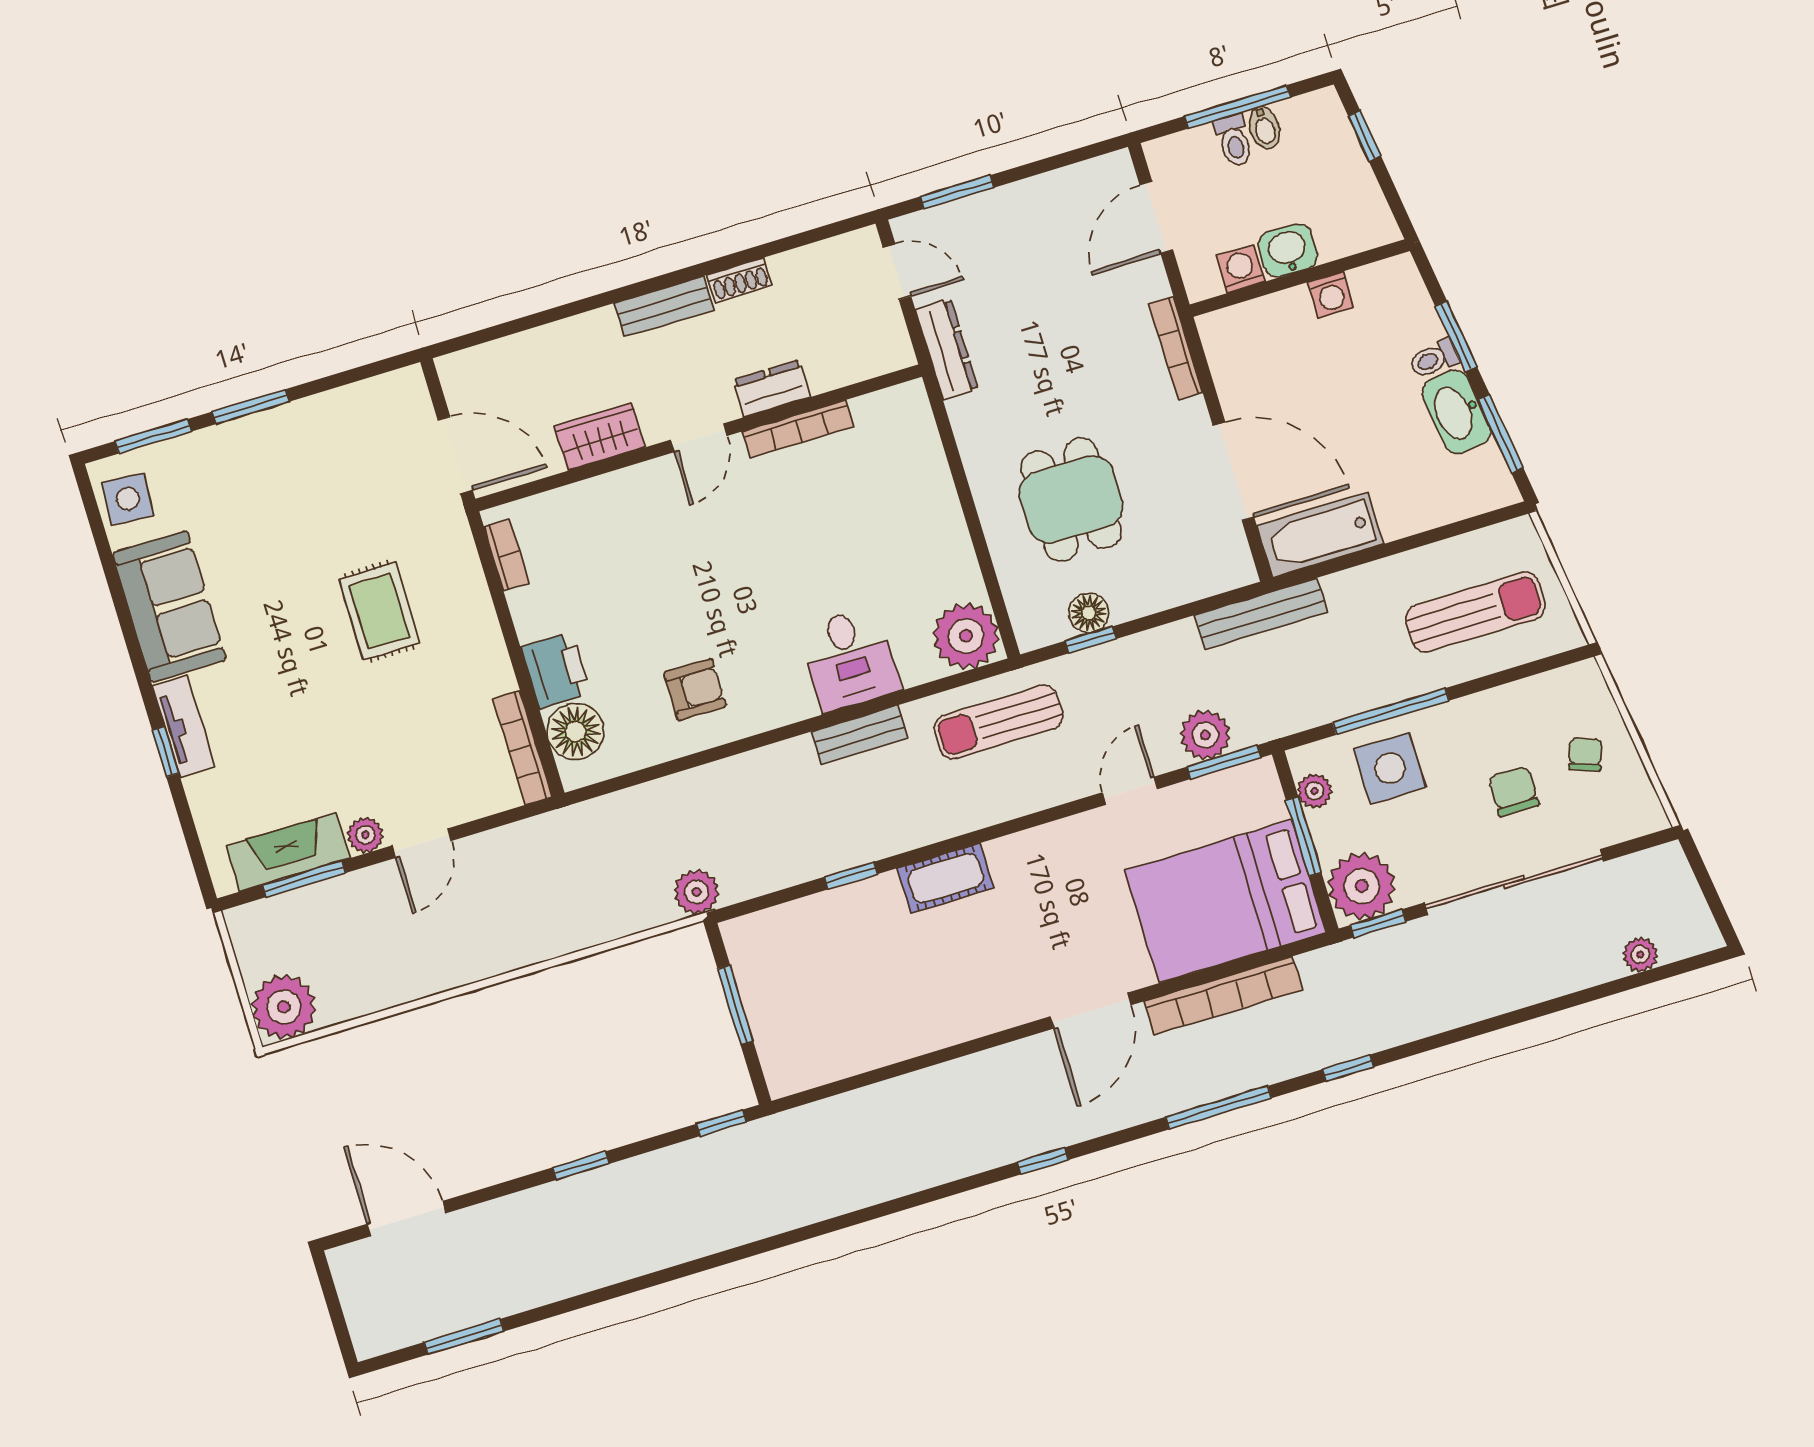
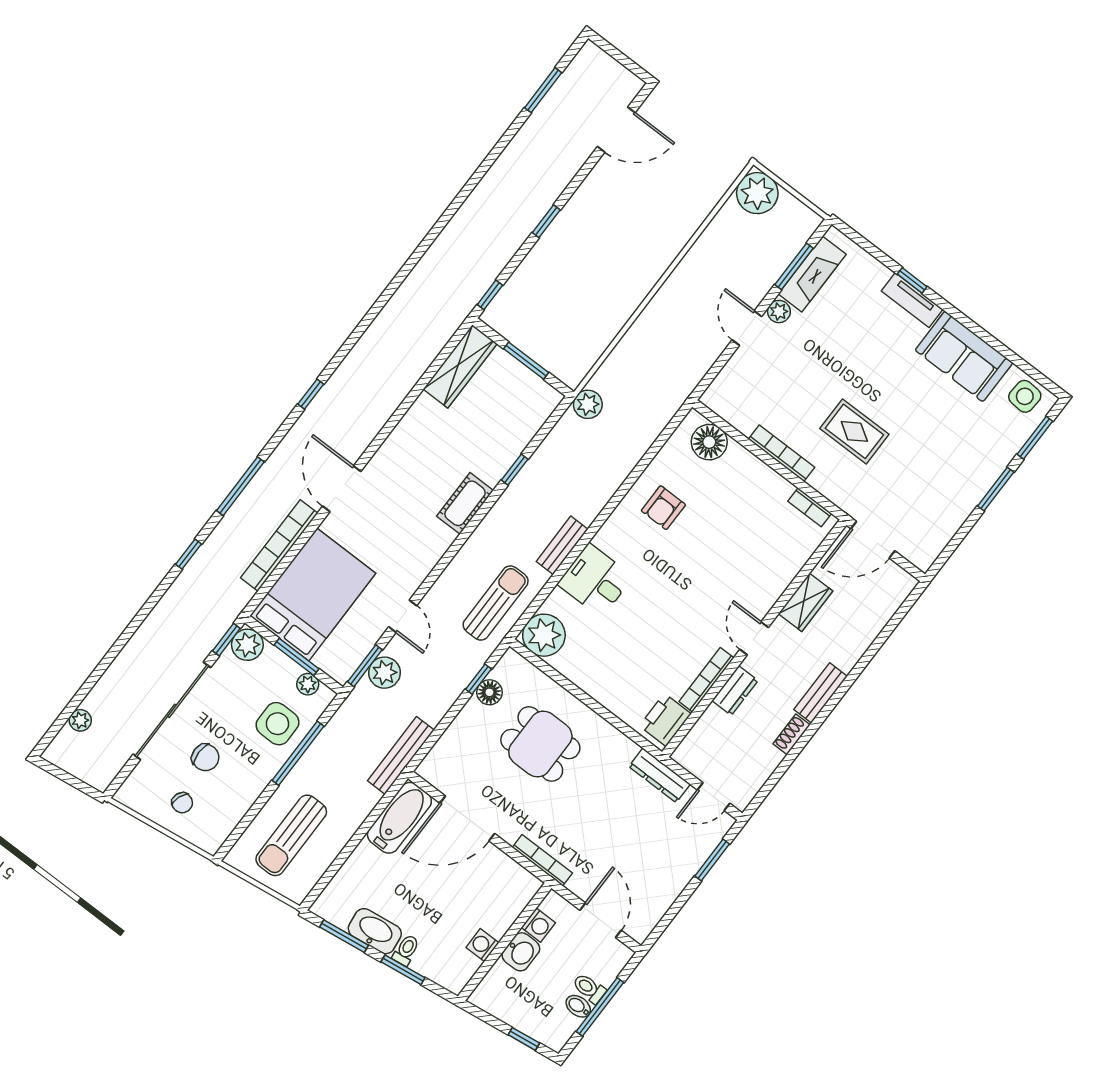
printer: (556, 670) -> (665, 720), moved, turned 90
bookcase: (523, 748) -> (781, 453), moved
plant: (1362, 886) -> (247, 645), width x0.73, depth x0.73
wardrobe: (826, 1058) -> (460, 366), added

